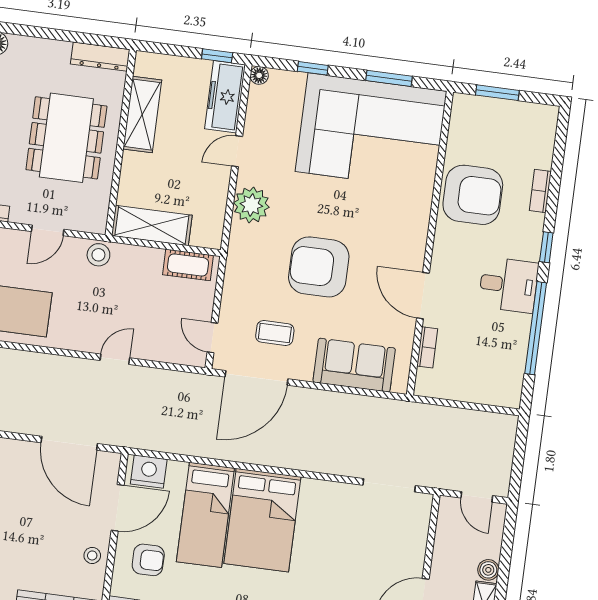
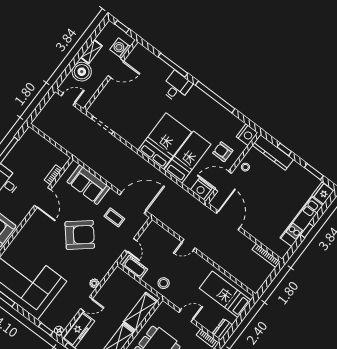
window: (313, 68) -> (46, 329), moved
plant: (251, 205) -> (94, 283), width x0.53, depth x0.53
shelving: (152, 225) -> (140, 312), moved, turned 90
stool: (98, 255) -> (164, 283), moved
armchair: (319, 267) -> (80, 235), turned -40
door: (213, 338) -> (131, 245), moved
door: (477, 497) -> (68, 99), hinge flipped
boiler: (488, 570) -> (82, 72), width x1.86, depth x1.86

